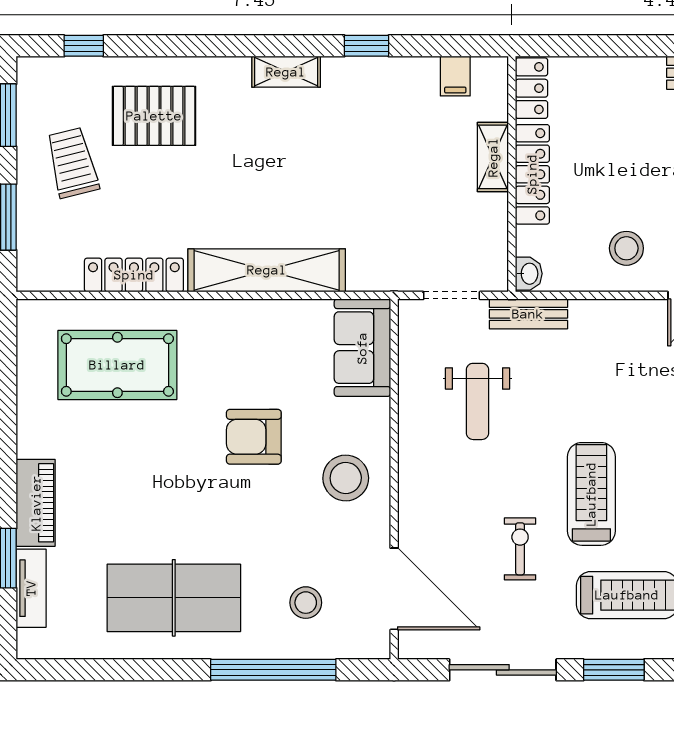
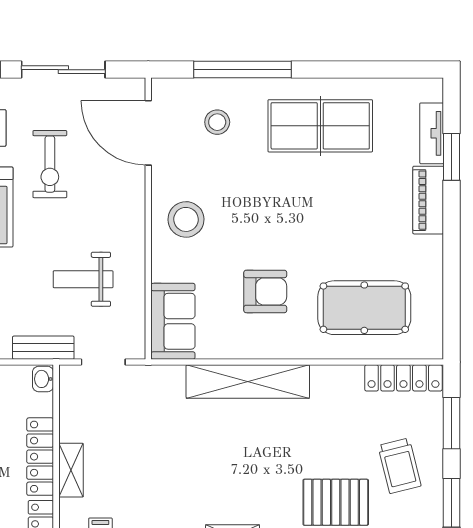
locker: (134, 275) -> (403, 378), moved
weight bench: (477, 401) -> (83, 279), turned -90
armchair: (254, 437) -> (265, 291), moved
exercise bike: (520, 549) -> (50, 164), width x1.38, depth x1.39

